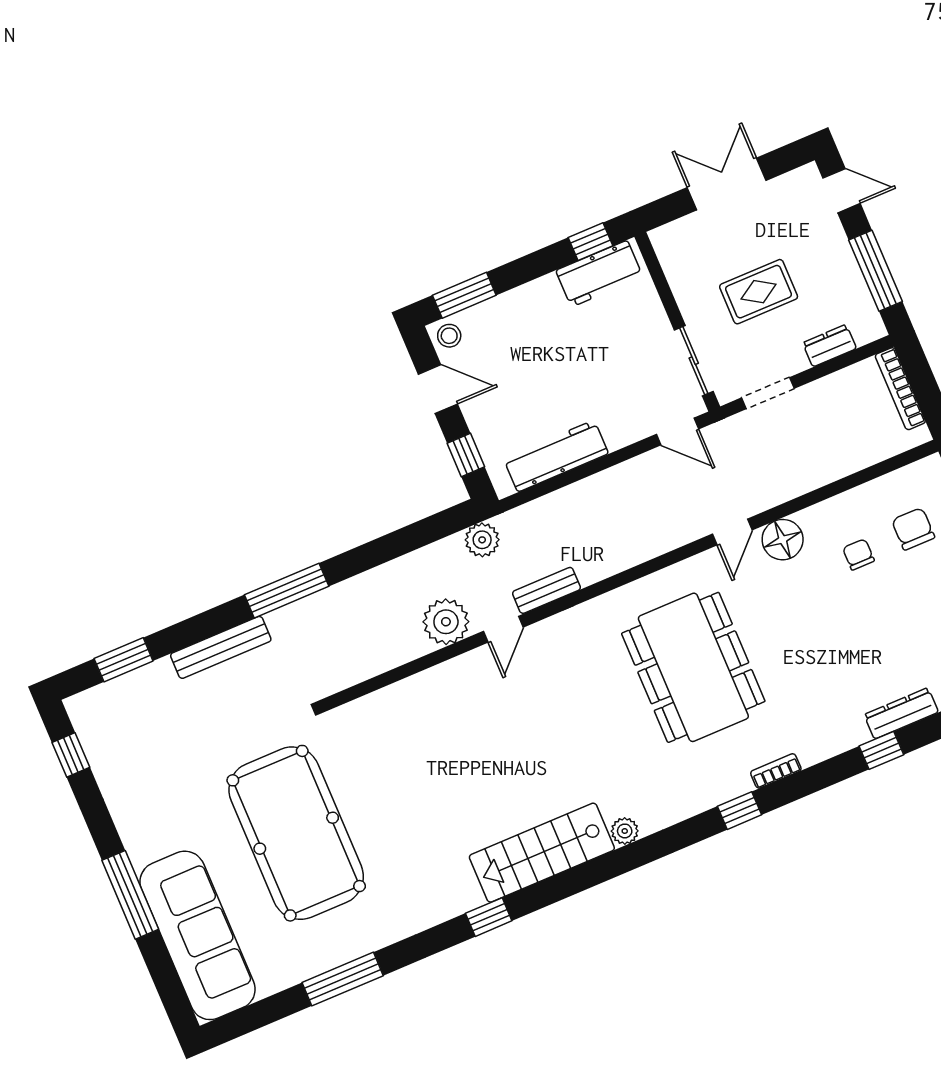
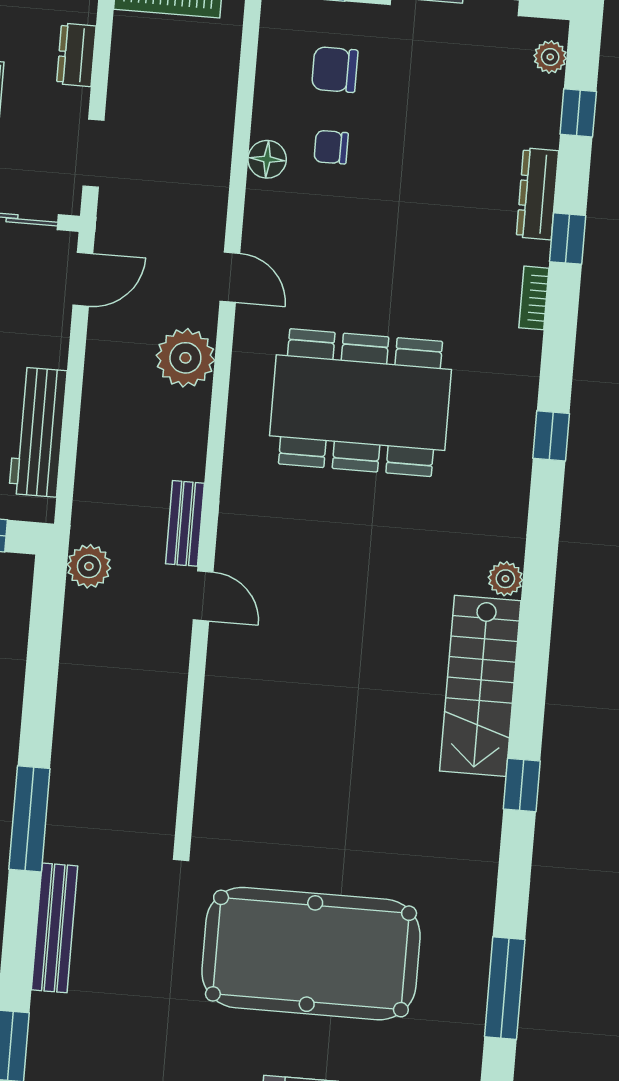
floor lamp: (783, 540) -> (267, 159), moved, width x0.73, depth x0.73
plant: (446, 622) -> (185, 358), moved
bookcase: (776, 771) -> (534, 298), moved

